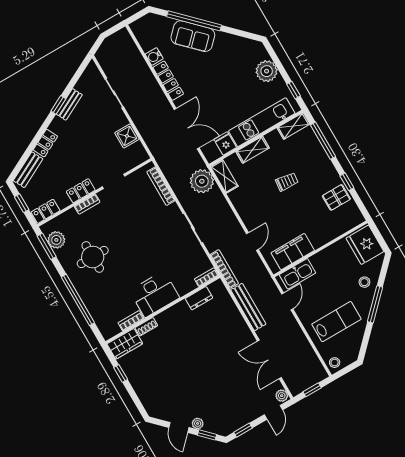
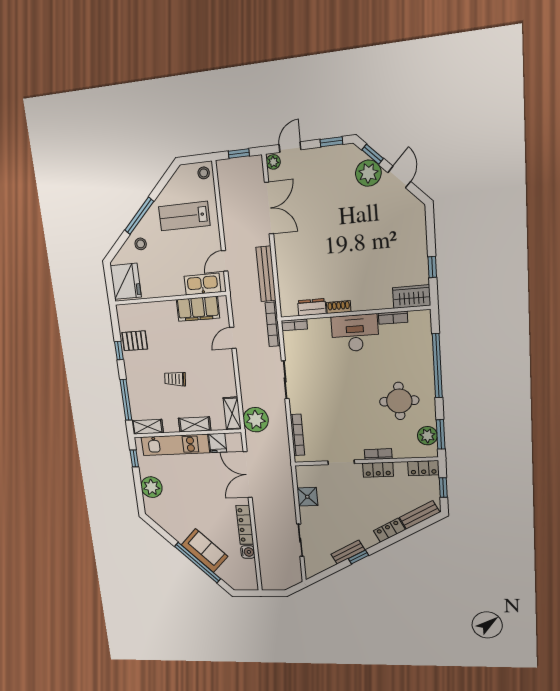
shoe rack: (146, 327) -> (339, 307), moved
plant: (198, 423) -> (368, 173), width x1.88, depth x1.88

